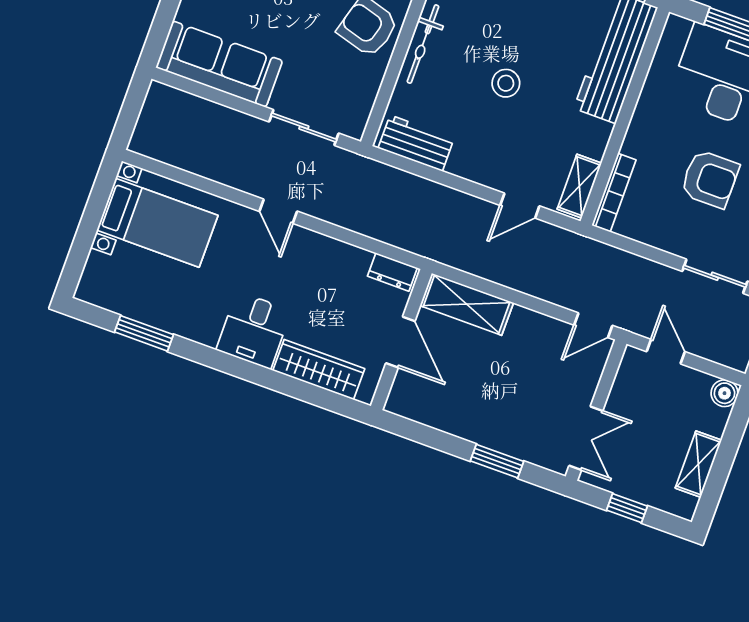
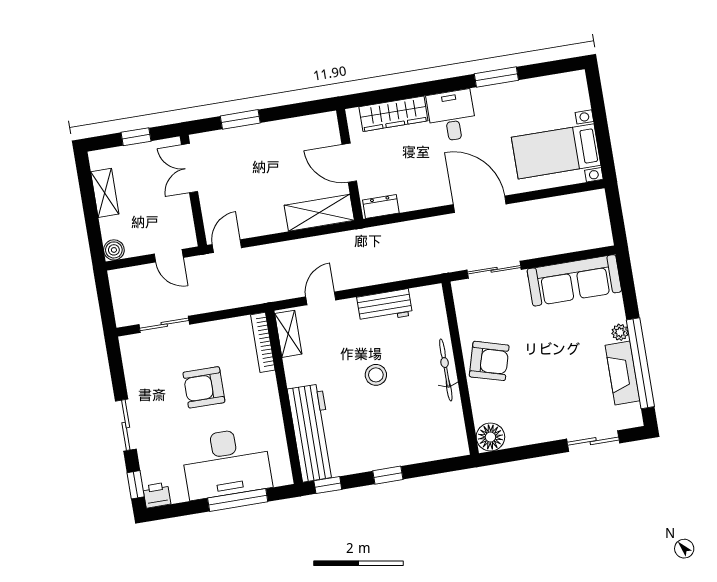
workbench: (416, 143) -> (385, 306), moved
door: (278, 211) -> (480, 204), width x1.88
window: (144, 333) -> (496, 77), moved

